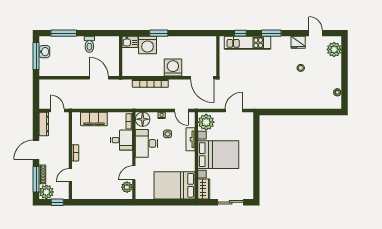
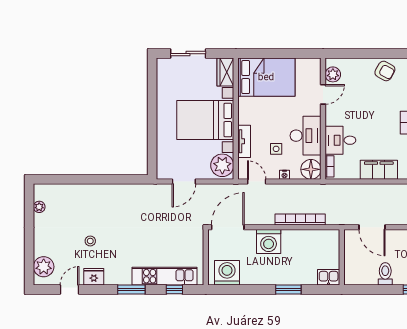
door: (316, 33) -> (70, 290), swing flipped
washing machine: (148, 45) -> (227, 273), moved
door: (202, 78) -> (228, 227), hinge flipped
armchair: (90, 190) -> (385, 71), added

